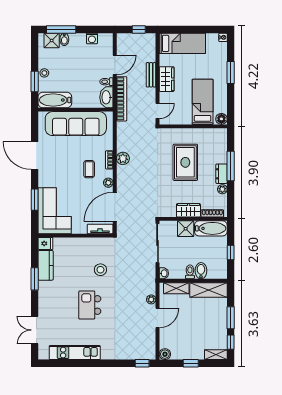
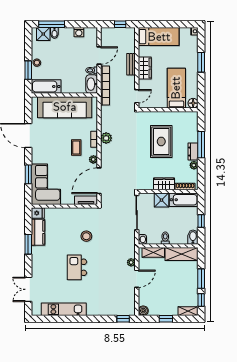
bidet: (201, 271) -> (193, 237), moved

